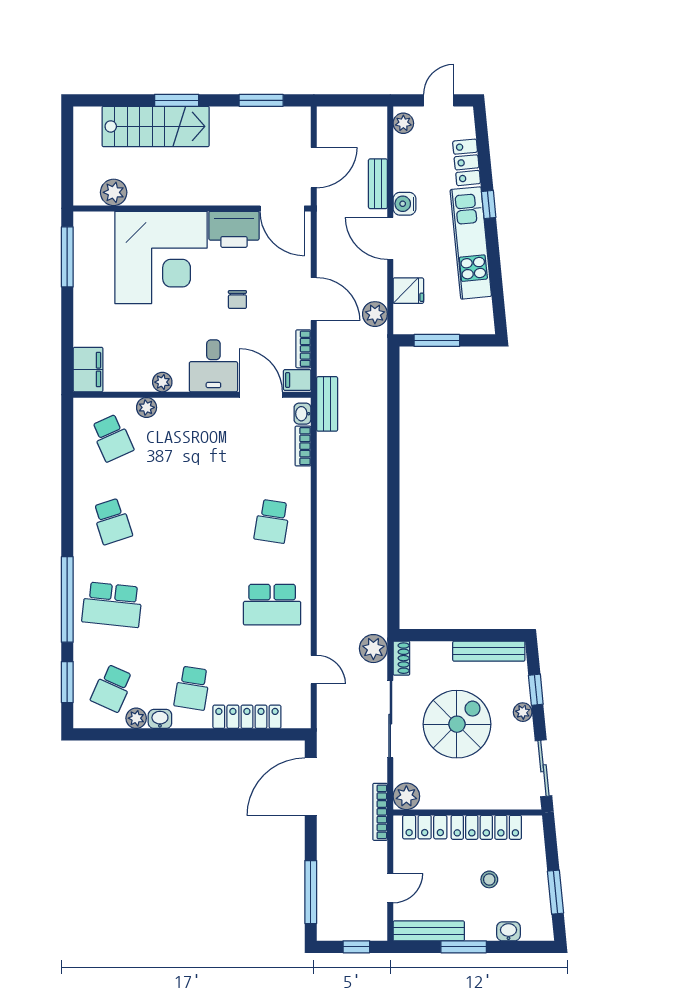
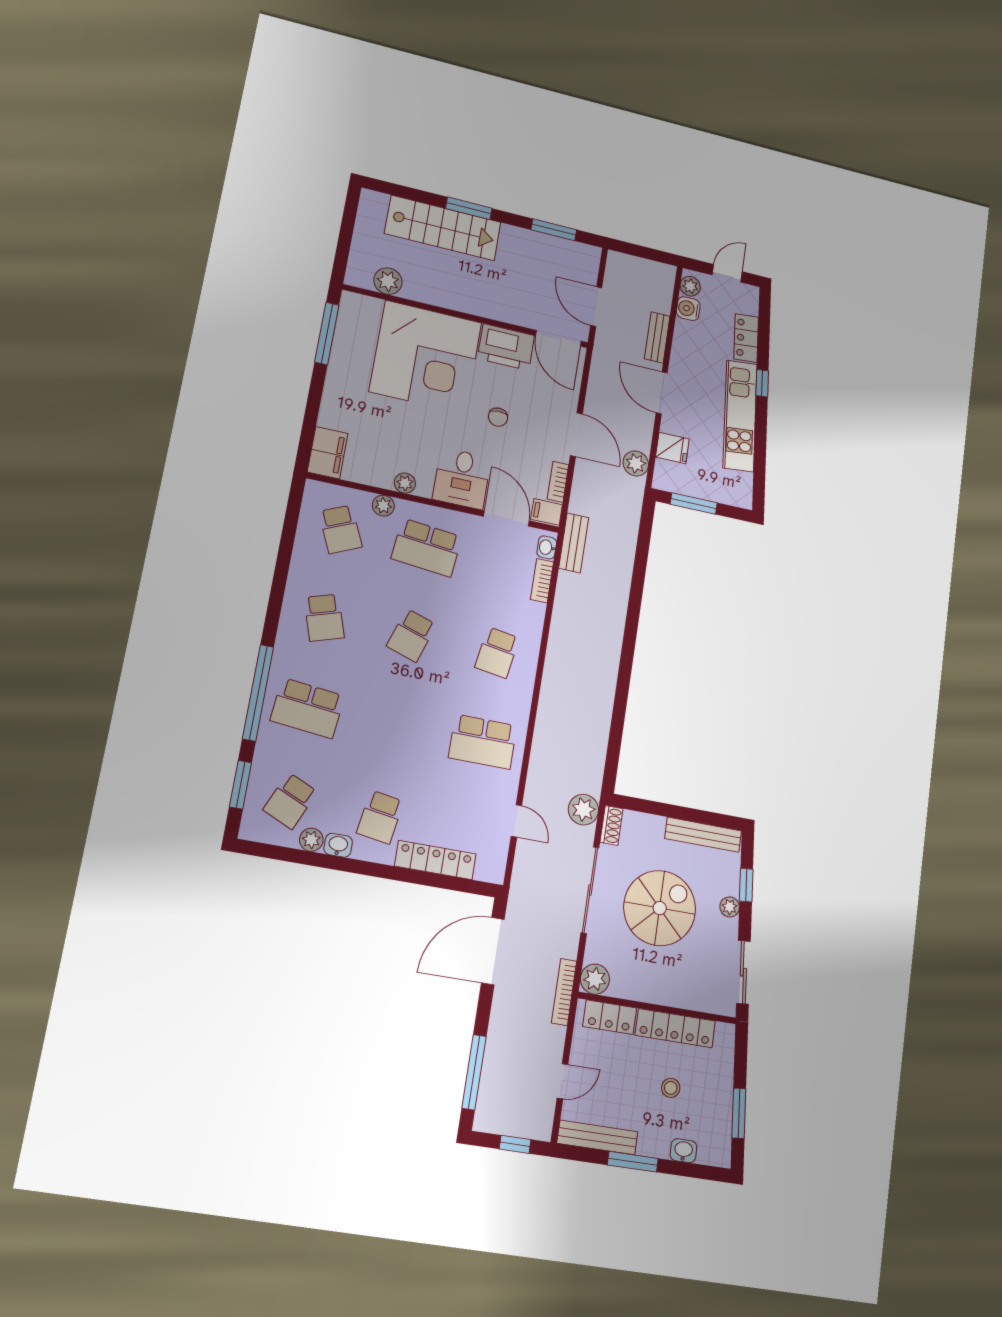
door: (314, 168) -> (596, 307), swing flipped
water cooler: (404, 204) -> (688, 309), moved
school desk: (192, 438) -> (427, 548), added
school desk: (192, 521) -> (411, 635), added

